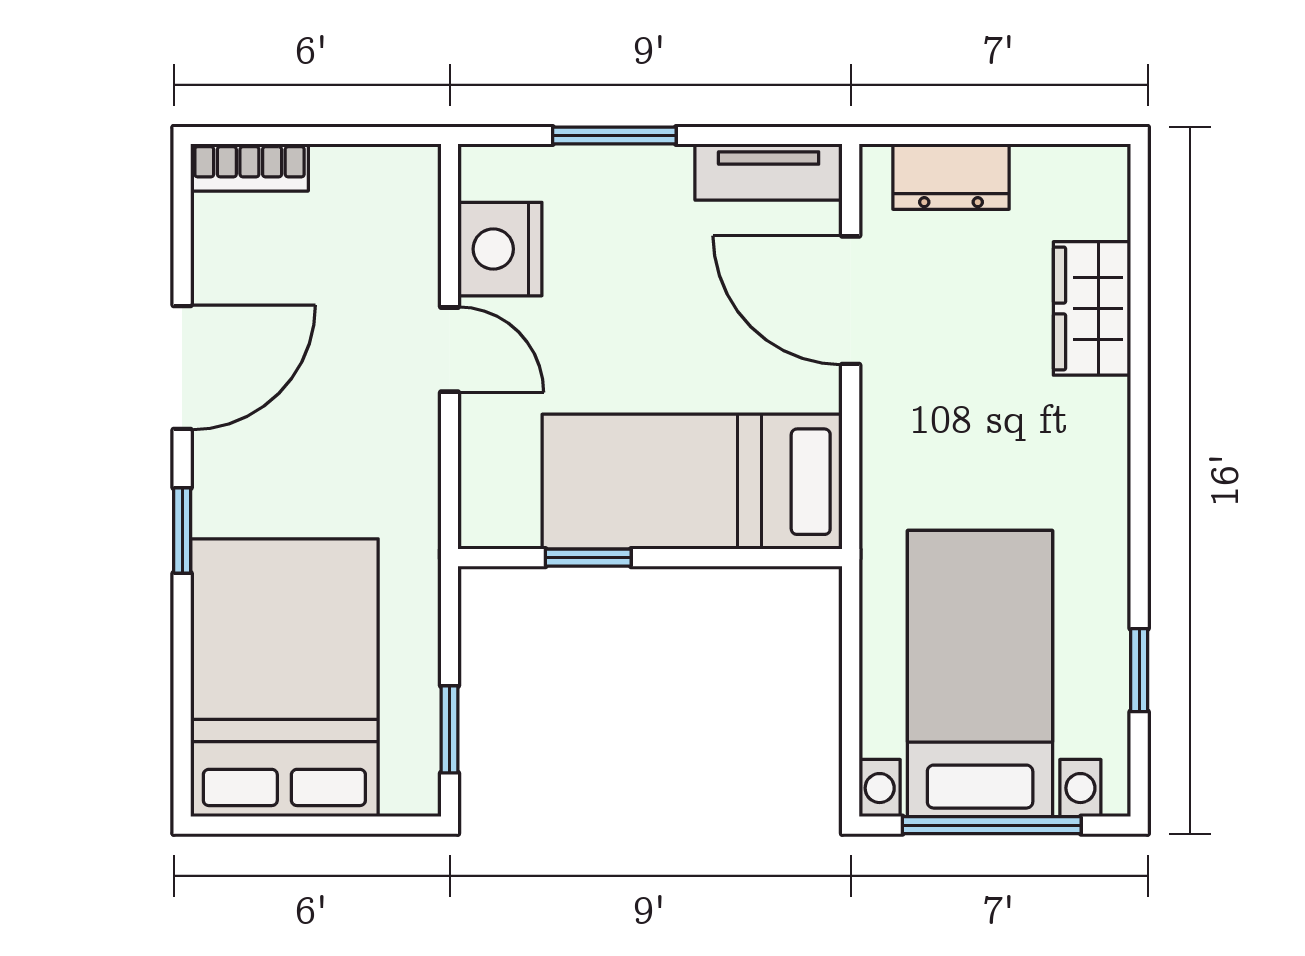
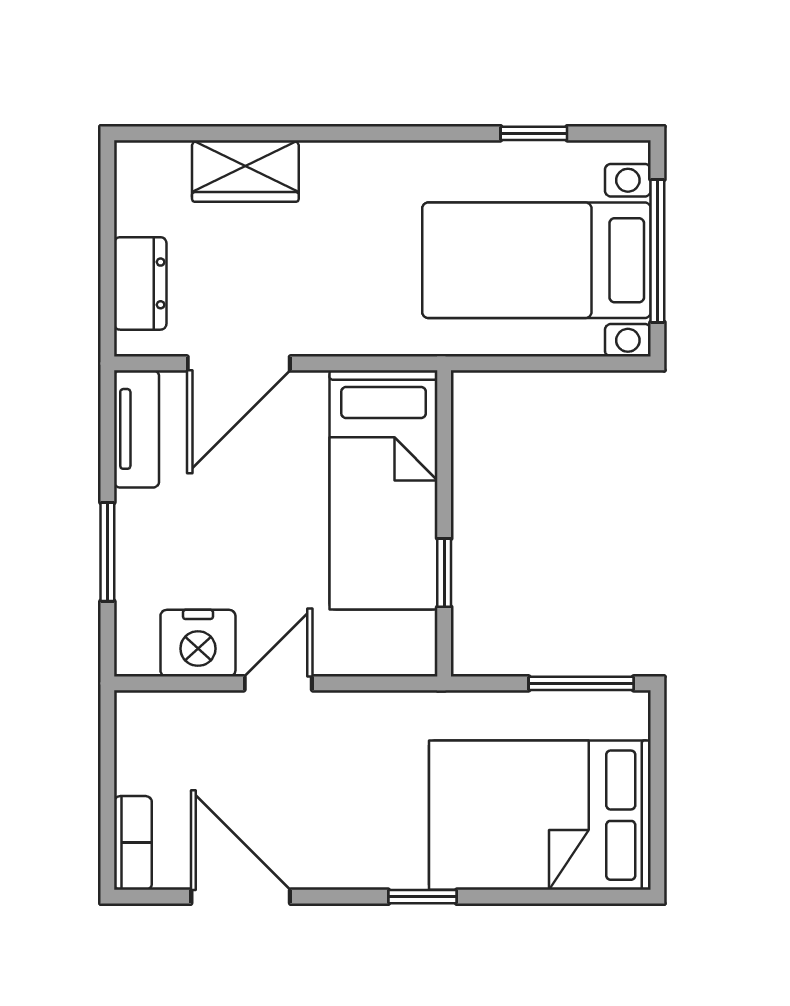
door: (182, 368) -> (241, 897), moved
window: (450, 729) -> (581, 683), width x1.50

